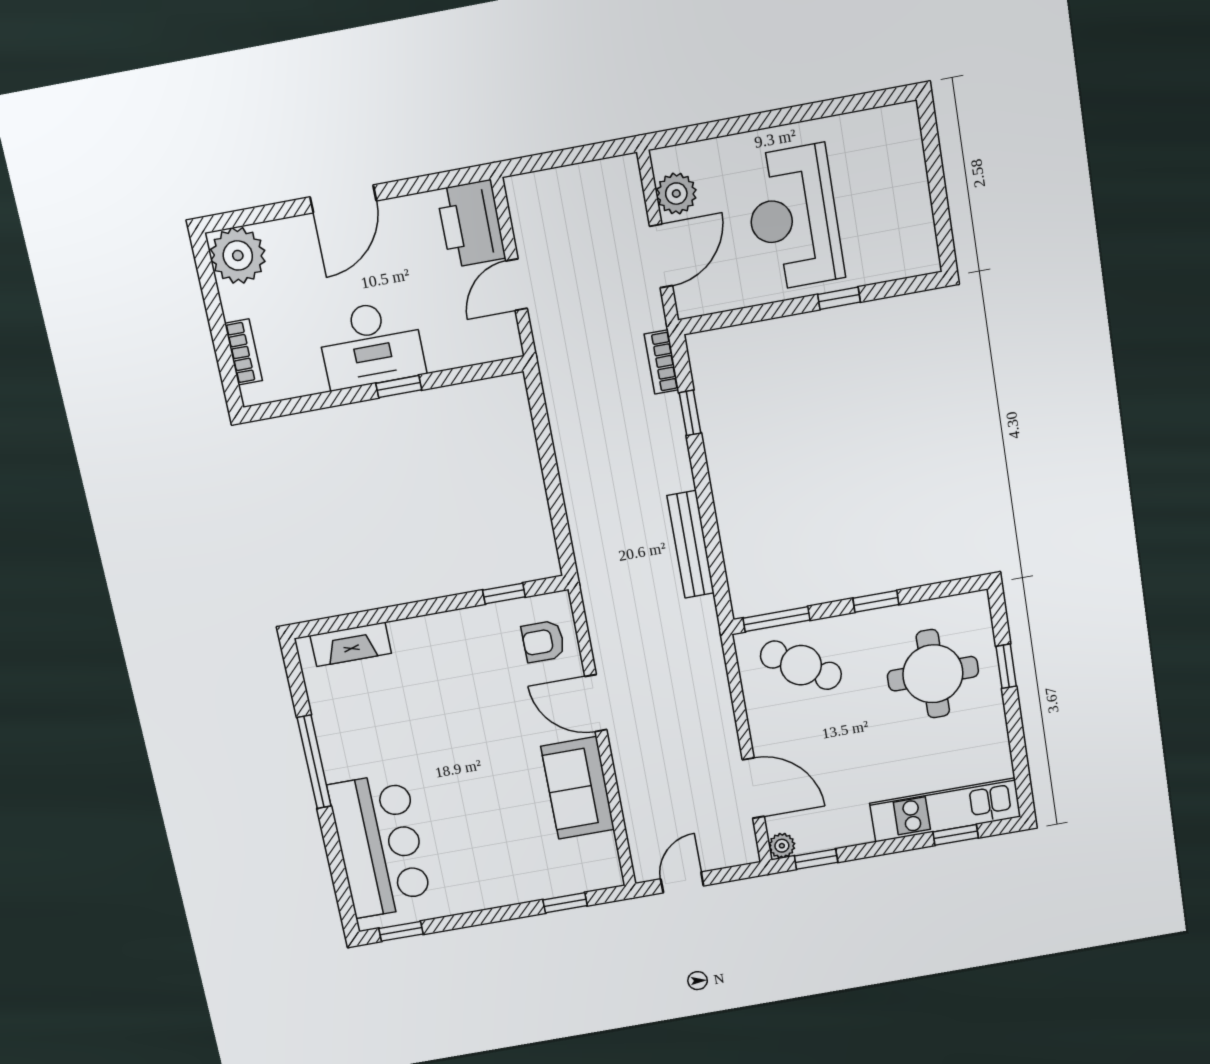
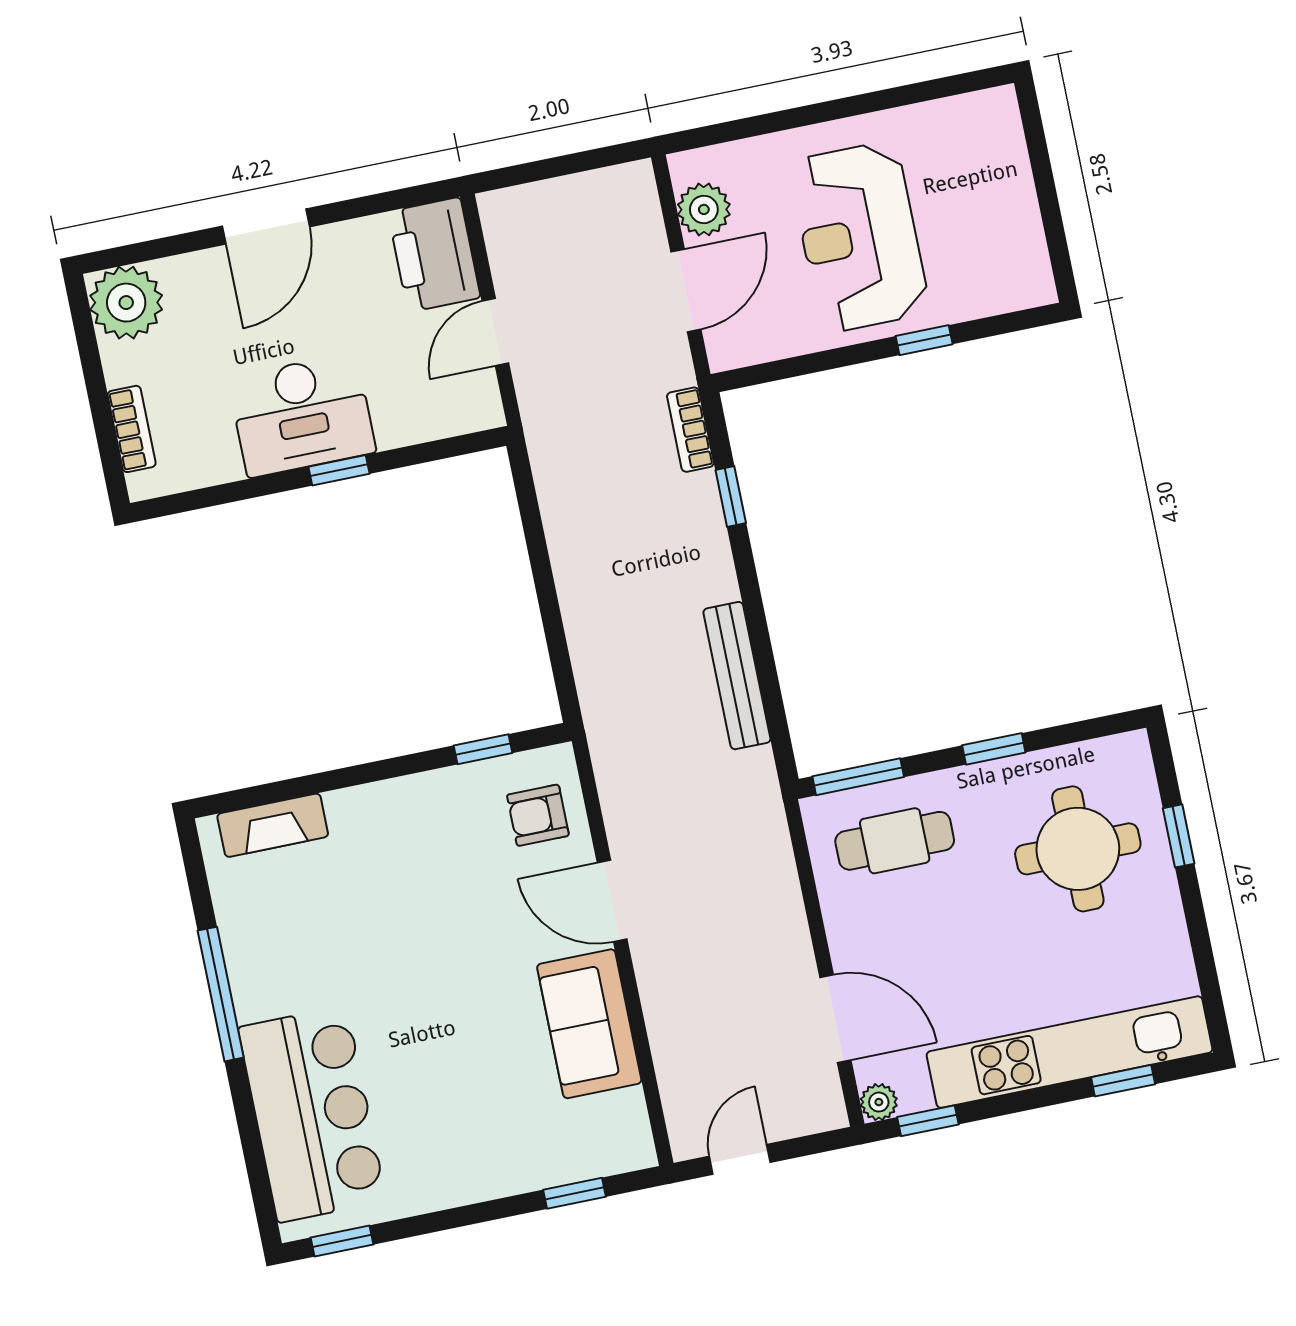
cafe table: (801, 665) -> (895, 841), turned -32
kitchen unit: (945, 810) -> (1069, 1052), width x1.36

